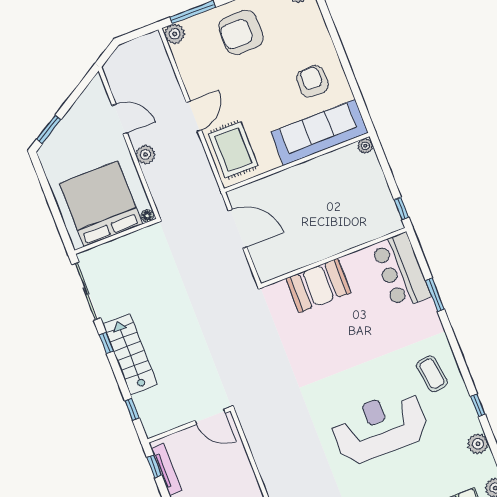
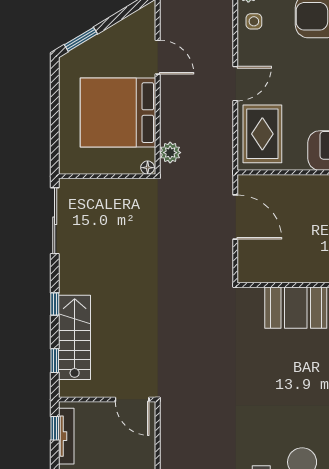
side table: (189, 57) -> (254, 21), added
plant: (145, 155) -> (170, 153), moved
bed: (101, 204) -> (118, 113), moved, turned -90
window: (106, 343) -> (55, 304), moved
stairs: (130, 354) -> (75, 337), moved

